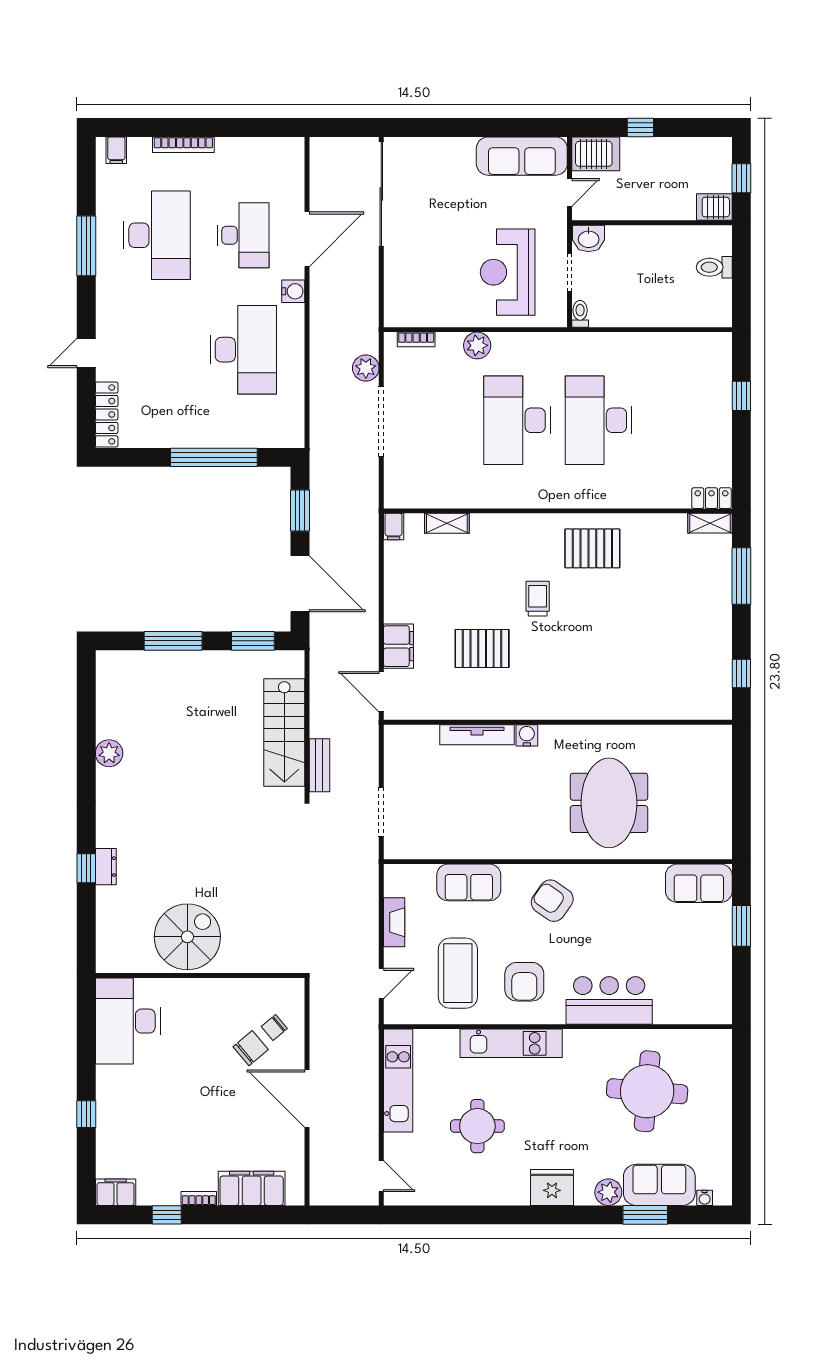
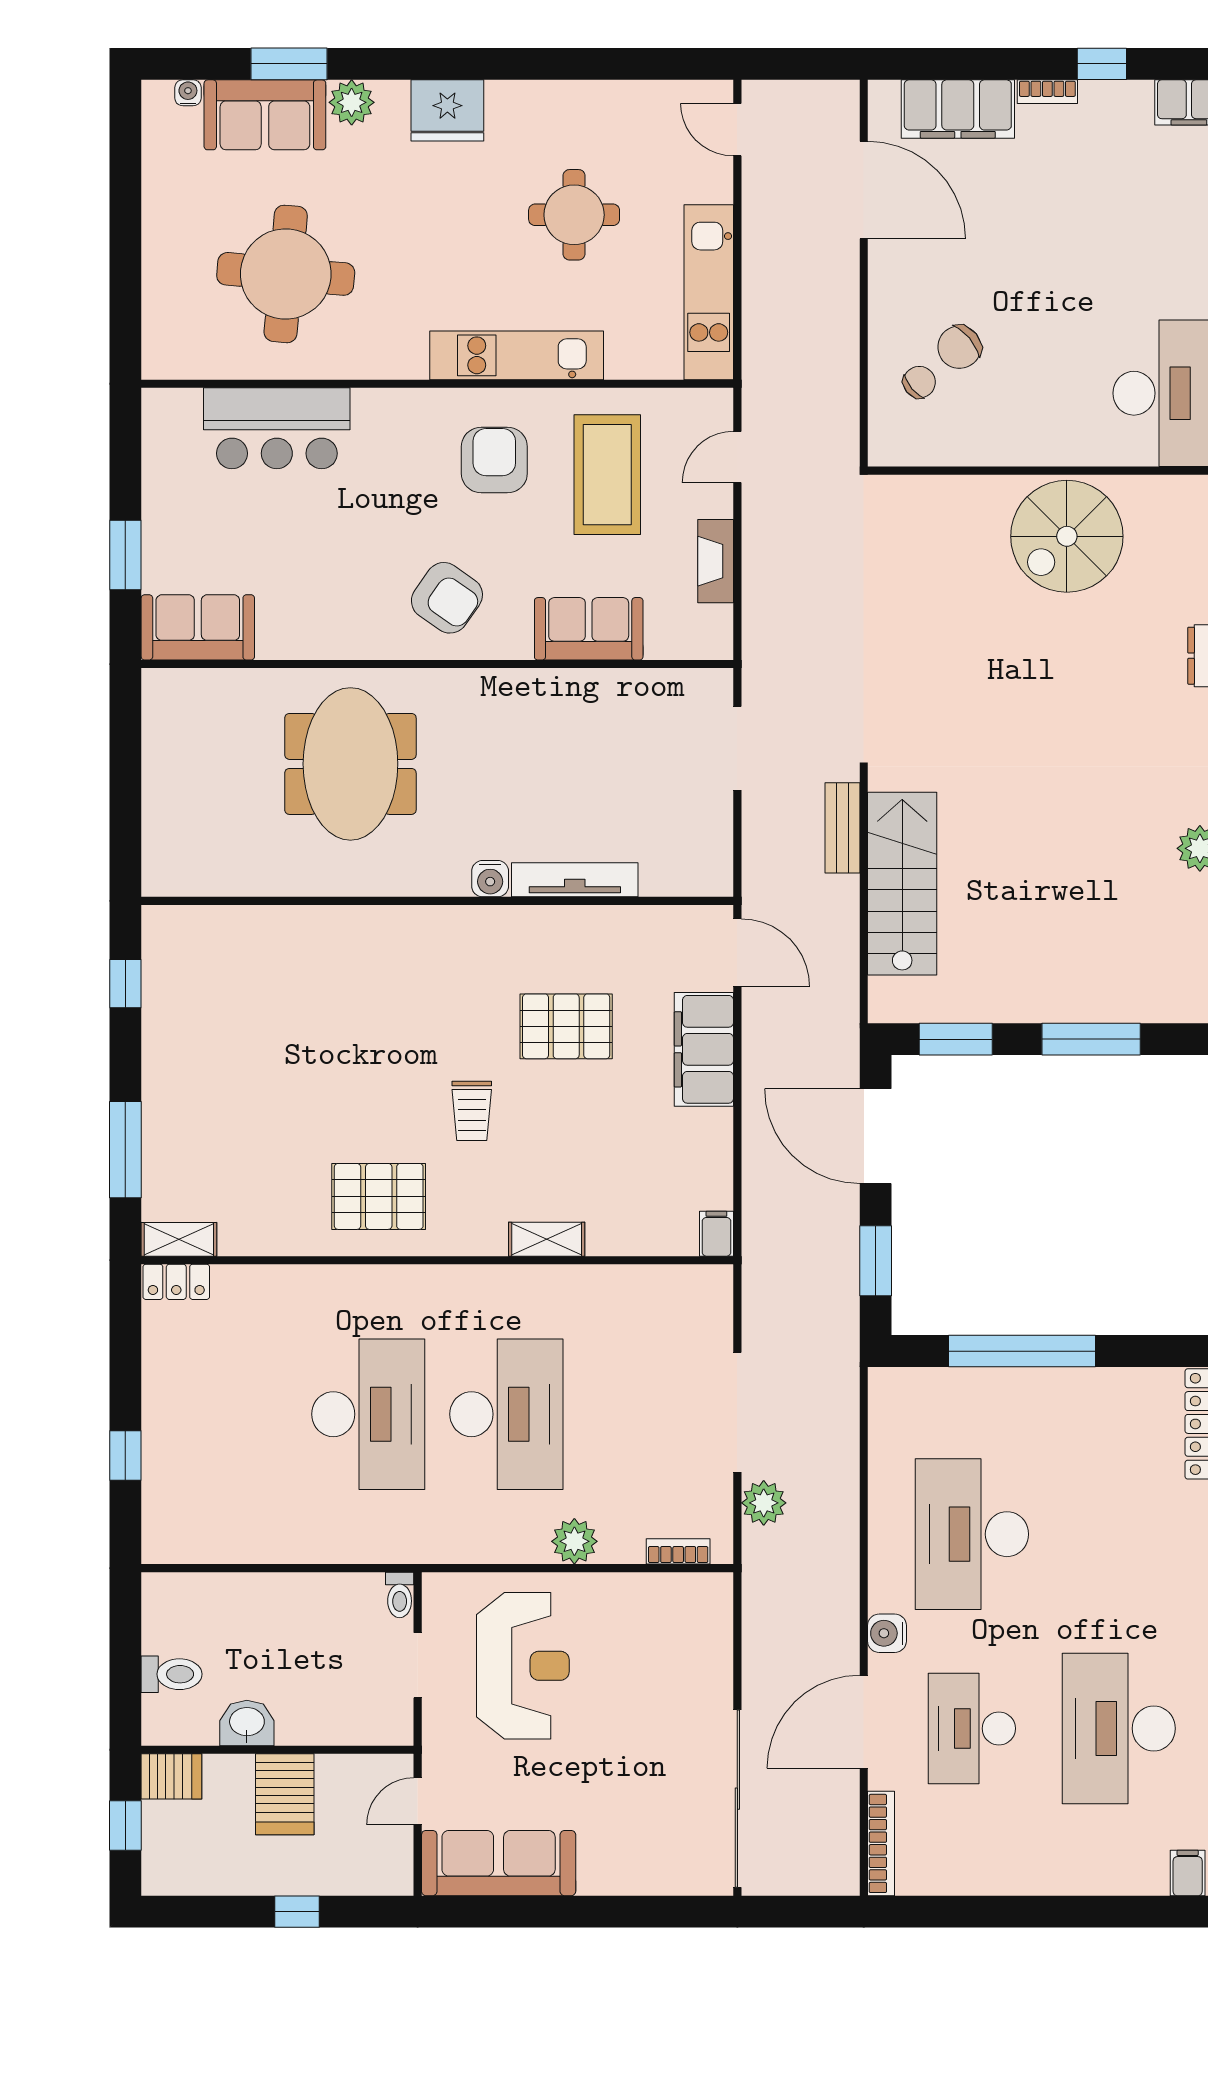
bookcase: (183, 145) -> (881, 1843), moved, turned 90
server rack: (596, 154) -> (285, 1794), moved, turned -90
washbasin: (589, 239) -> (247, 1723), moved
shelving: (447, 523) -> (547, 1239), moved
filing cabinet: (399, 646) -> (704, 1049), width x1.50, depth x1.17
bar counter: (609, 1000) -> (277, 428), moved
door: (307, 1099) -> (864, 190), moved

